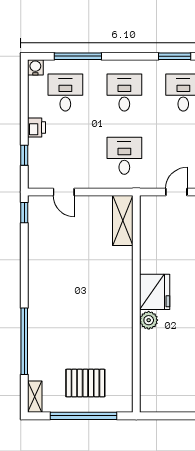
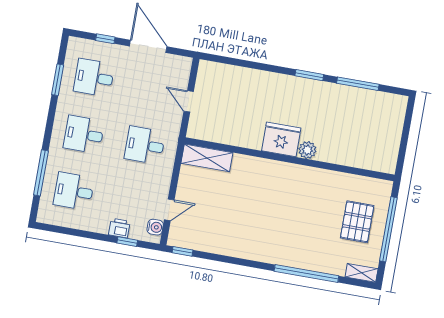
water cooler: (35, 67) -> (155, 227), moved, turned 180
printer: (36, 127) -> (119, 228), moved

